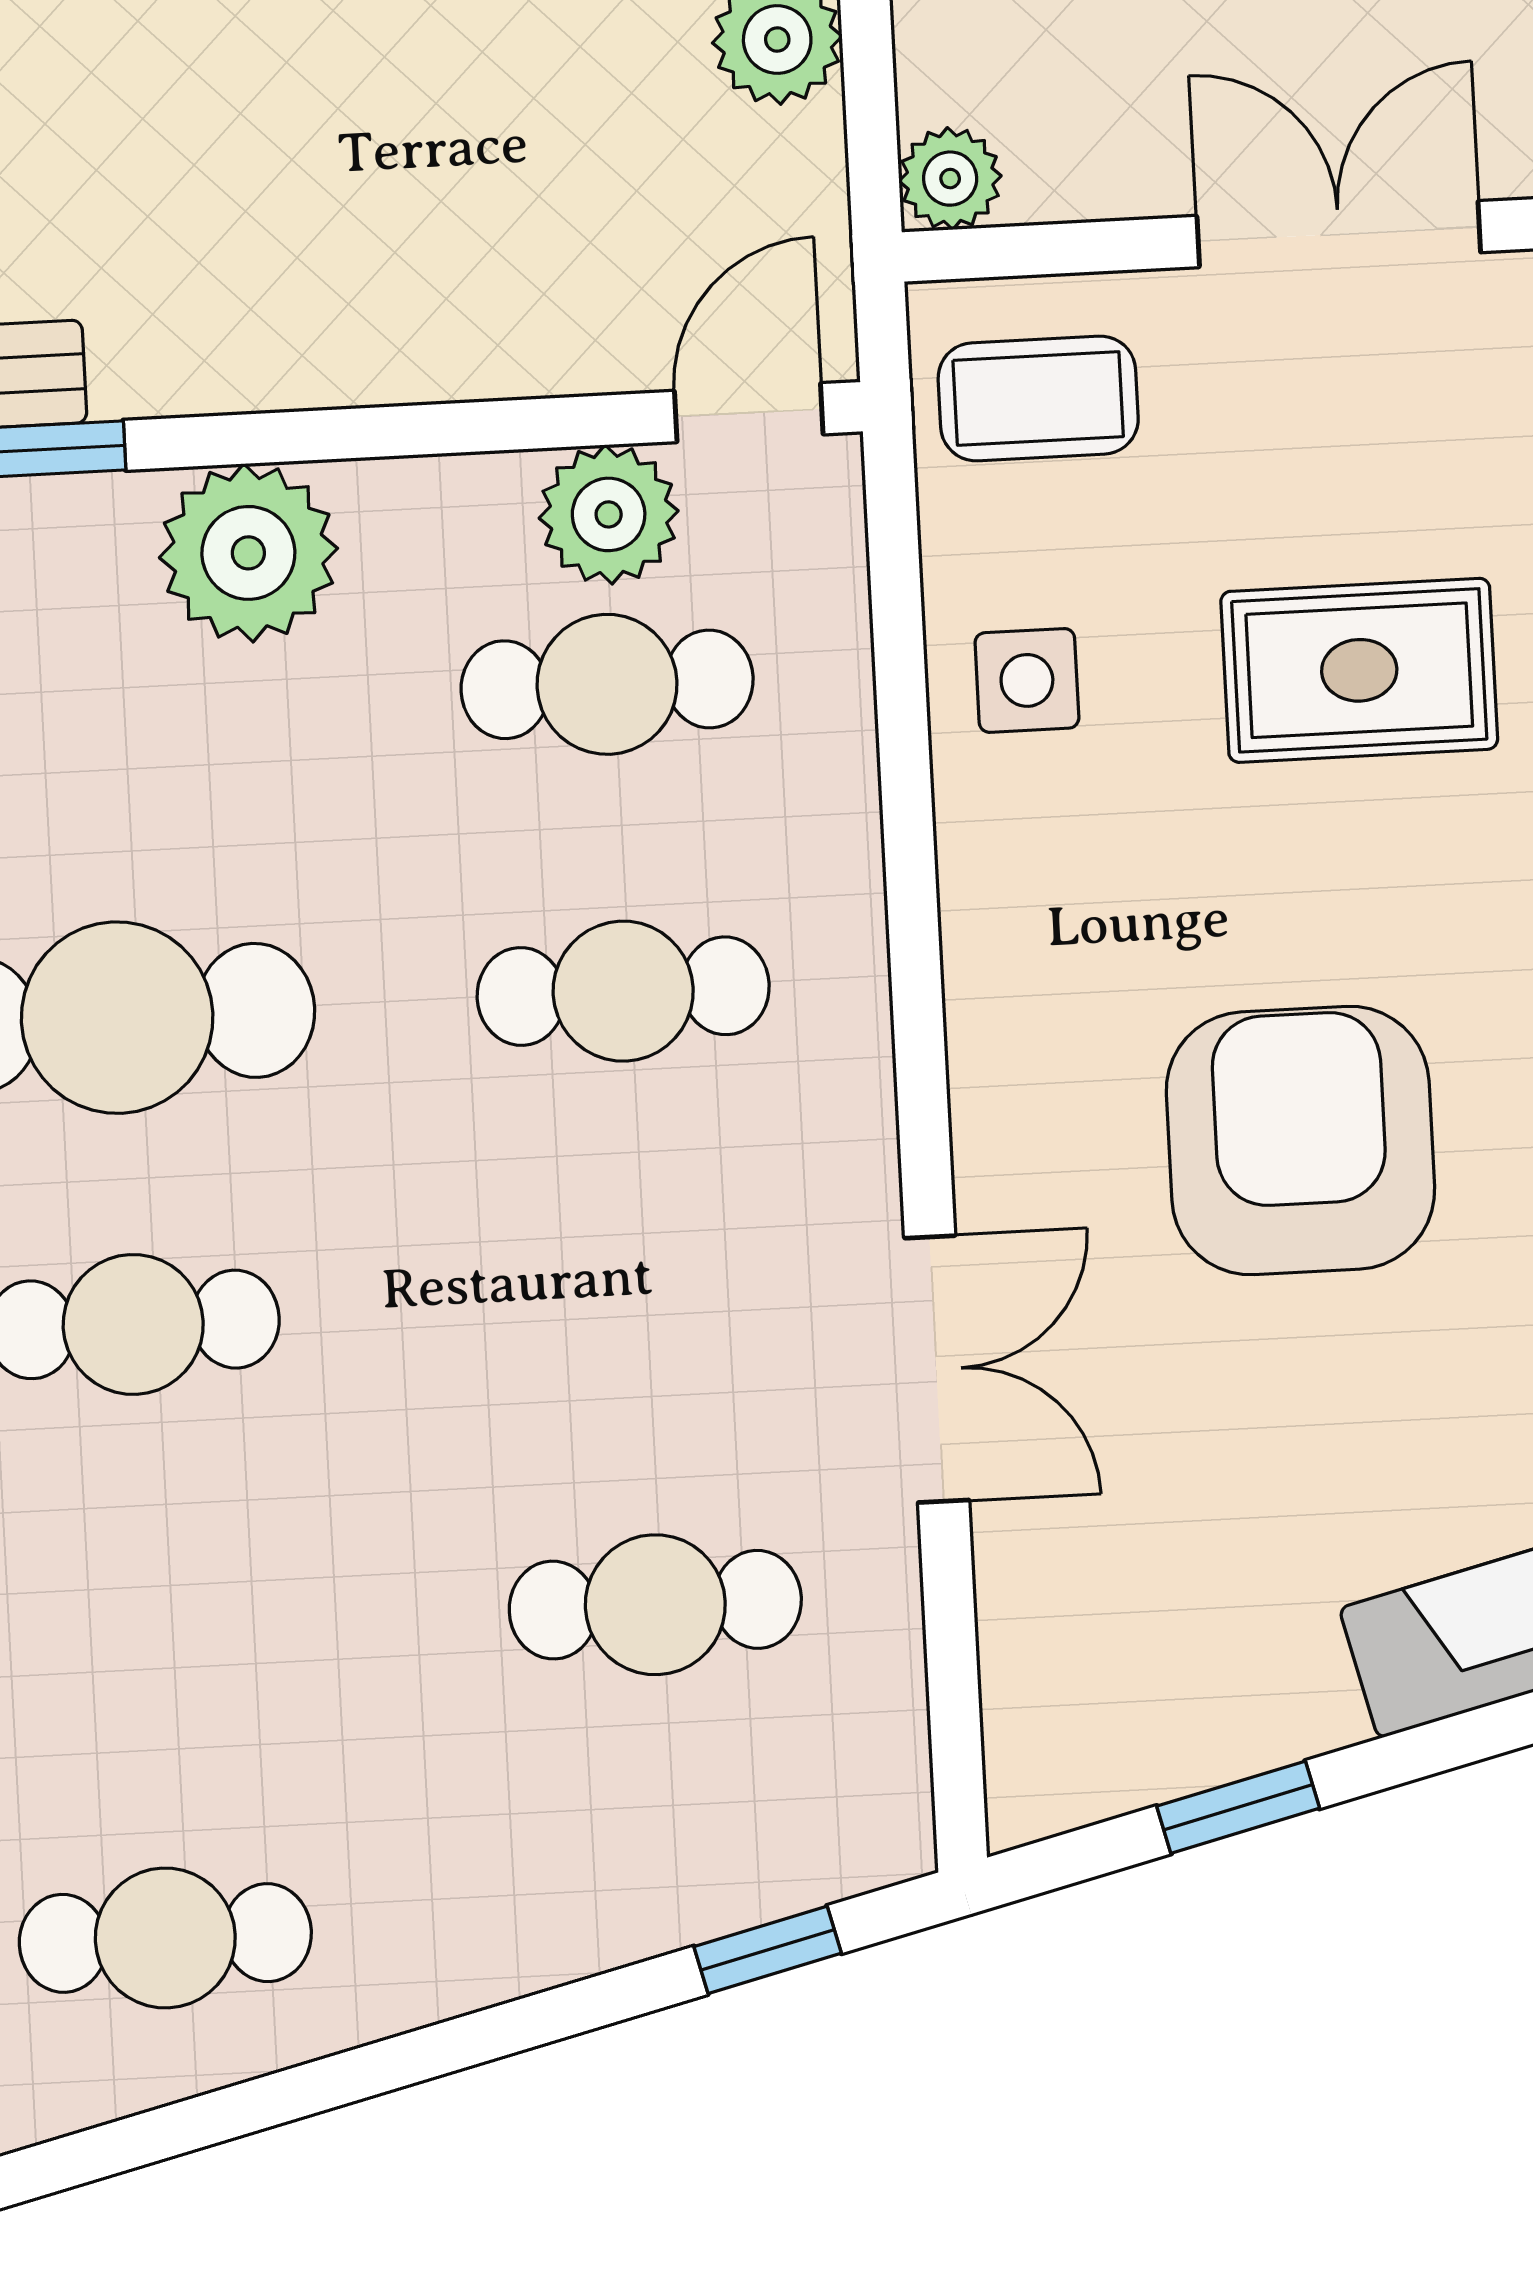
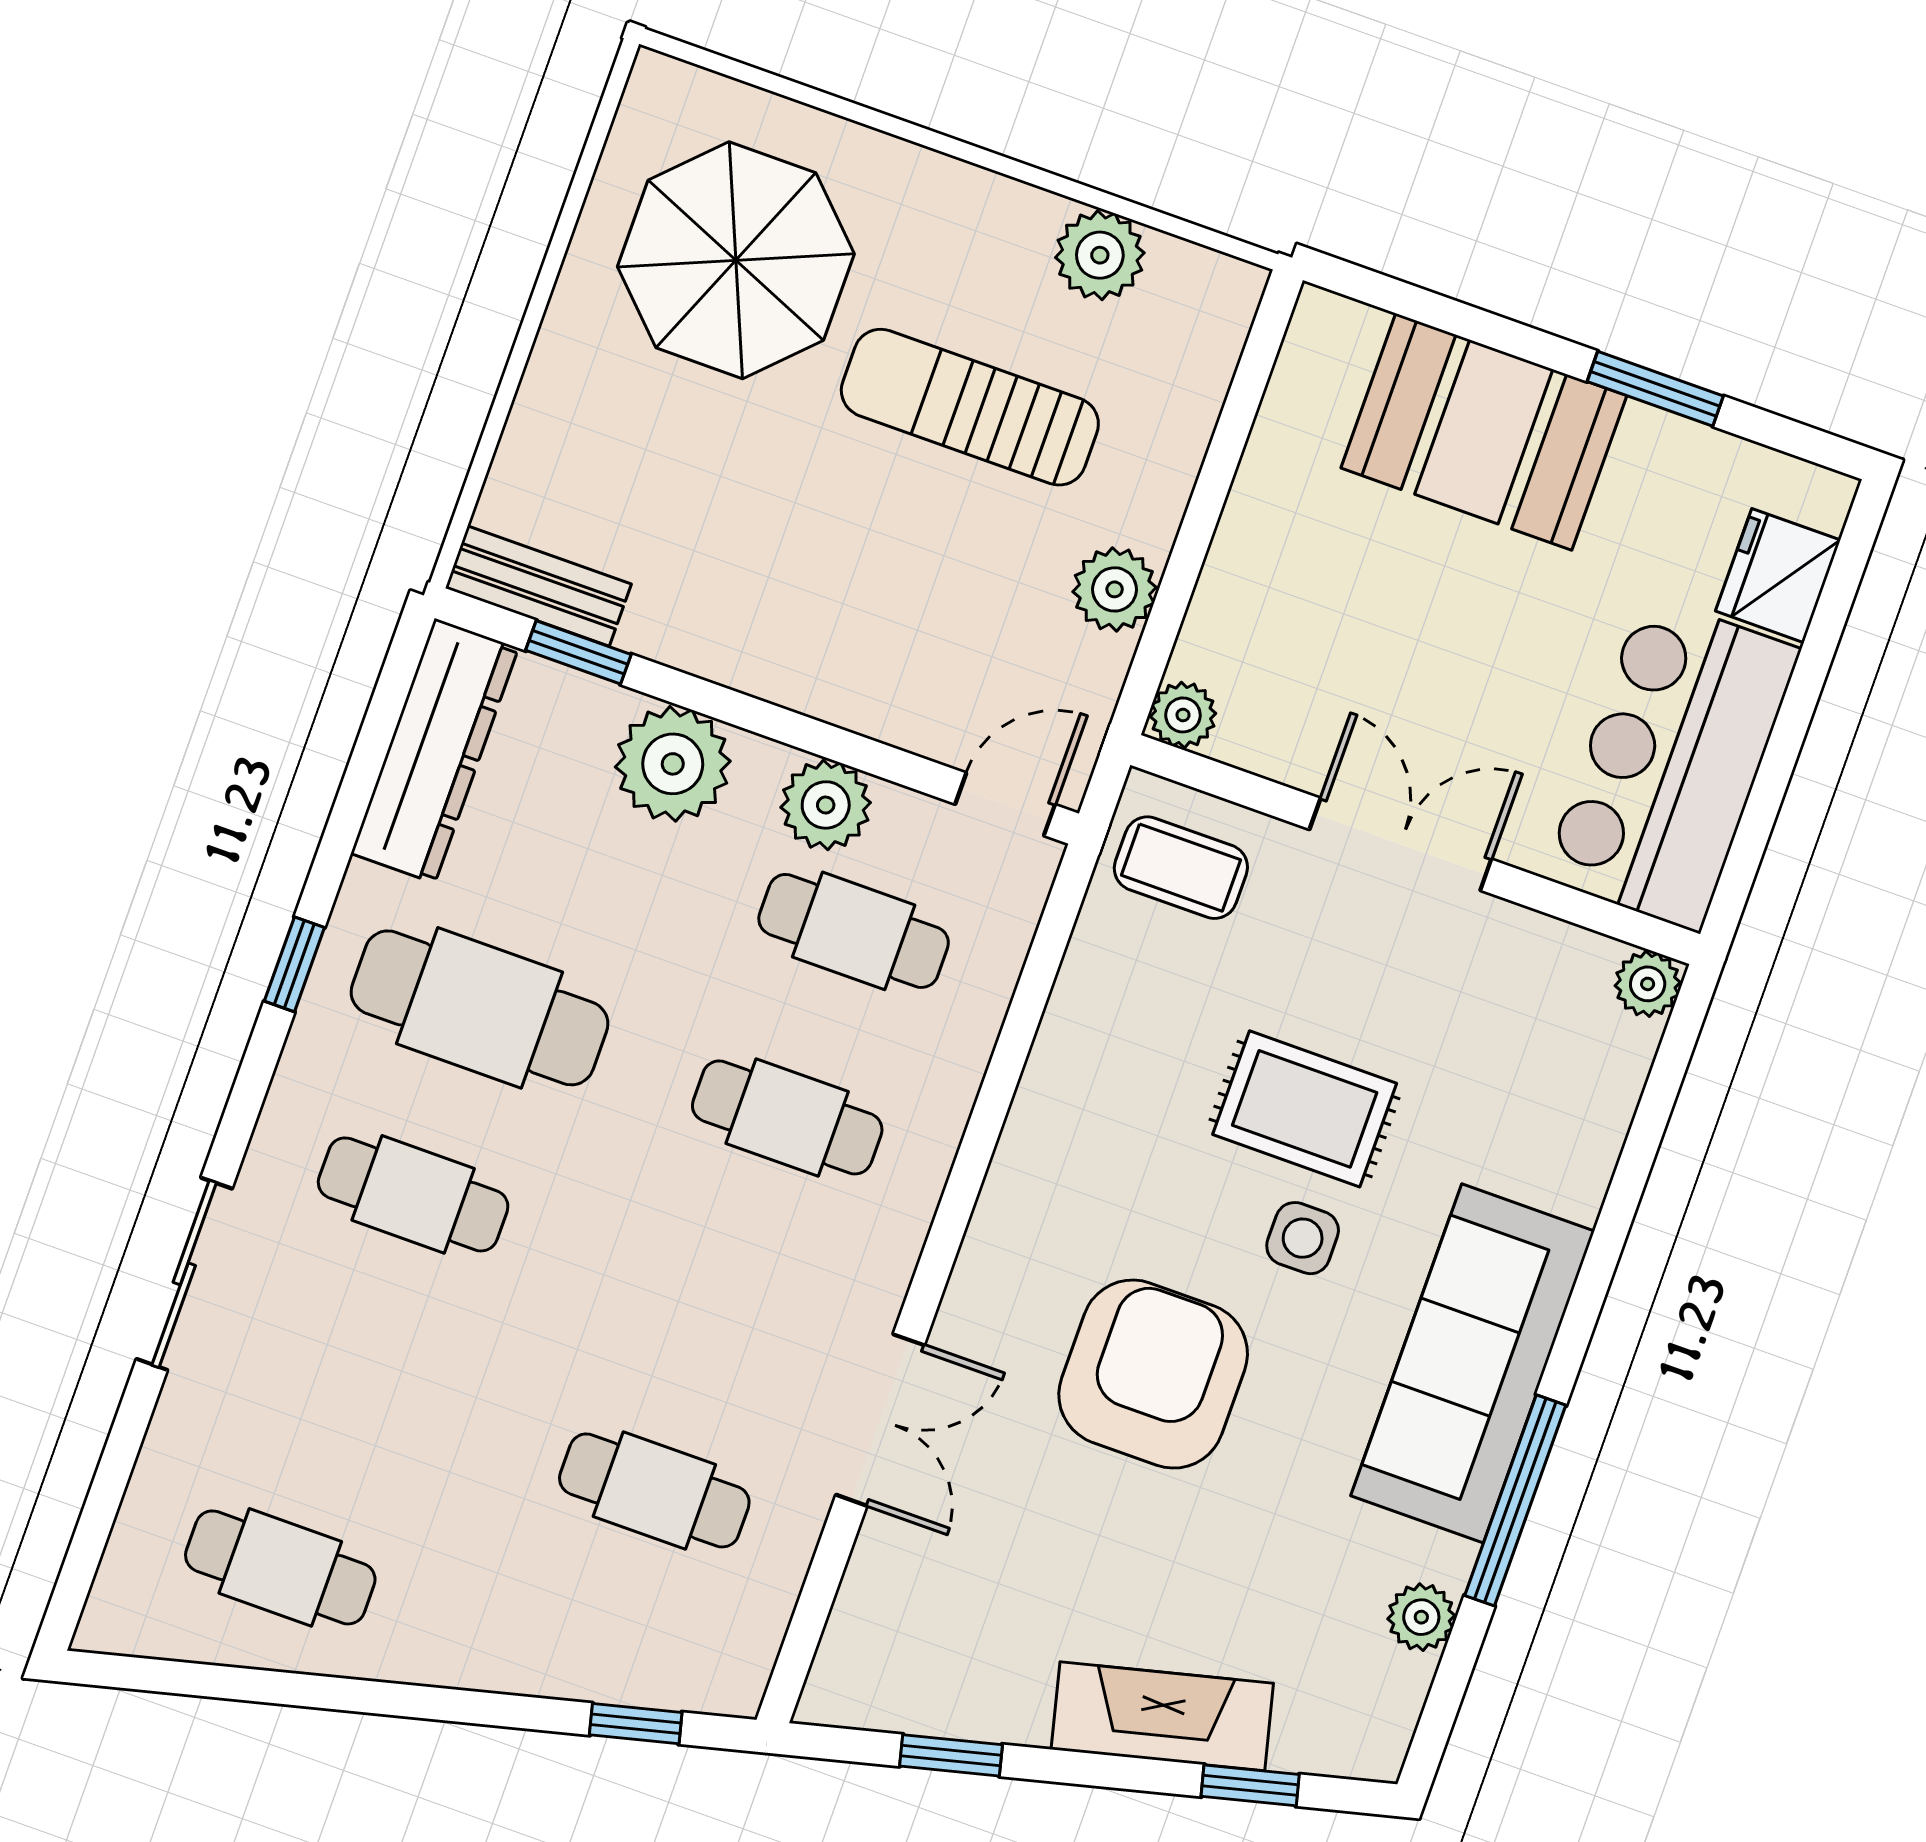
plant: (609, 514) -> (826, 805), moved
side table: (1027, 680) -> (1303, 1238), moved

